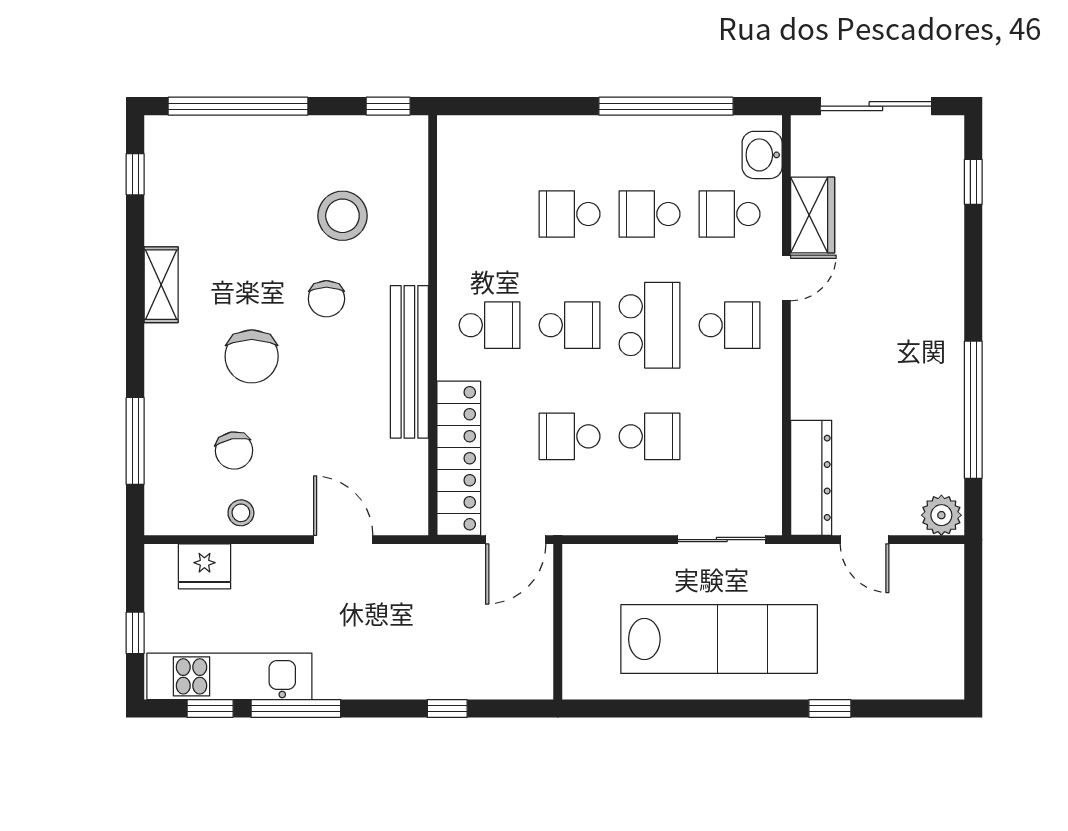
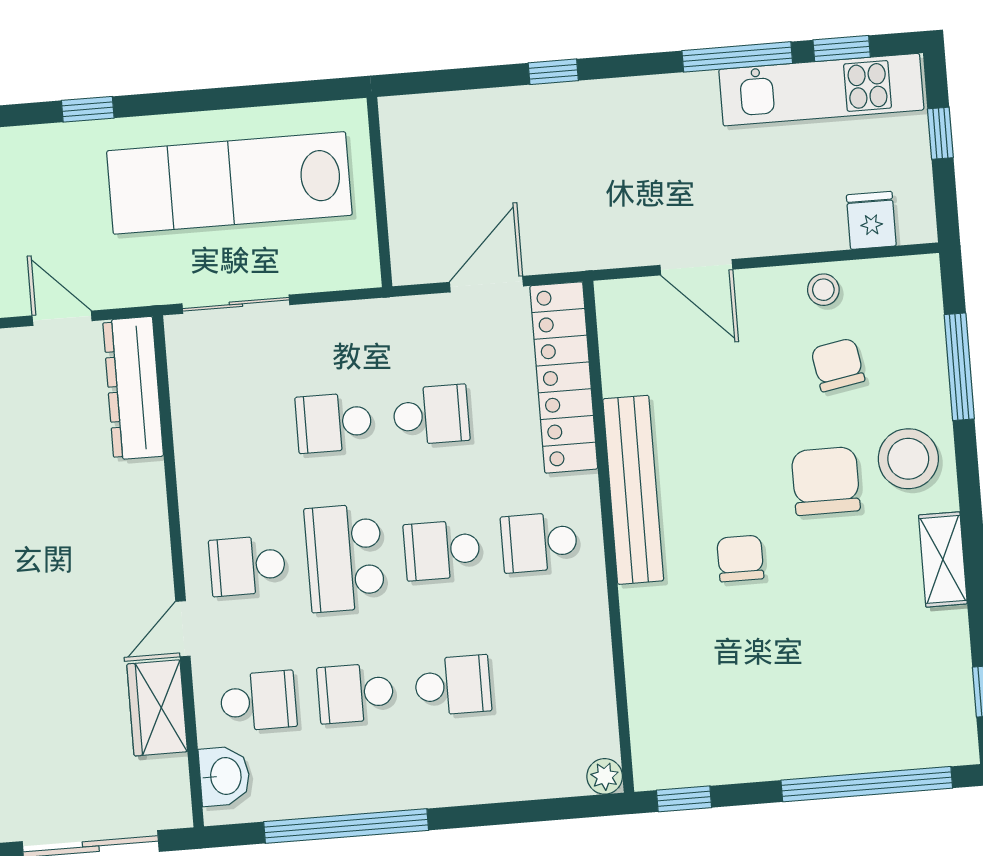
plant: (452, 130) -> (605, 776), added
school desk: (650, 214) -> (356, 693), turned 180
stool: (342, 216) -> (908, 459), moved
fridge: (204, 566) -> (871, 220), width x0.72
wall: (558, 622) -> (380, 192), moved

